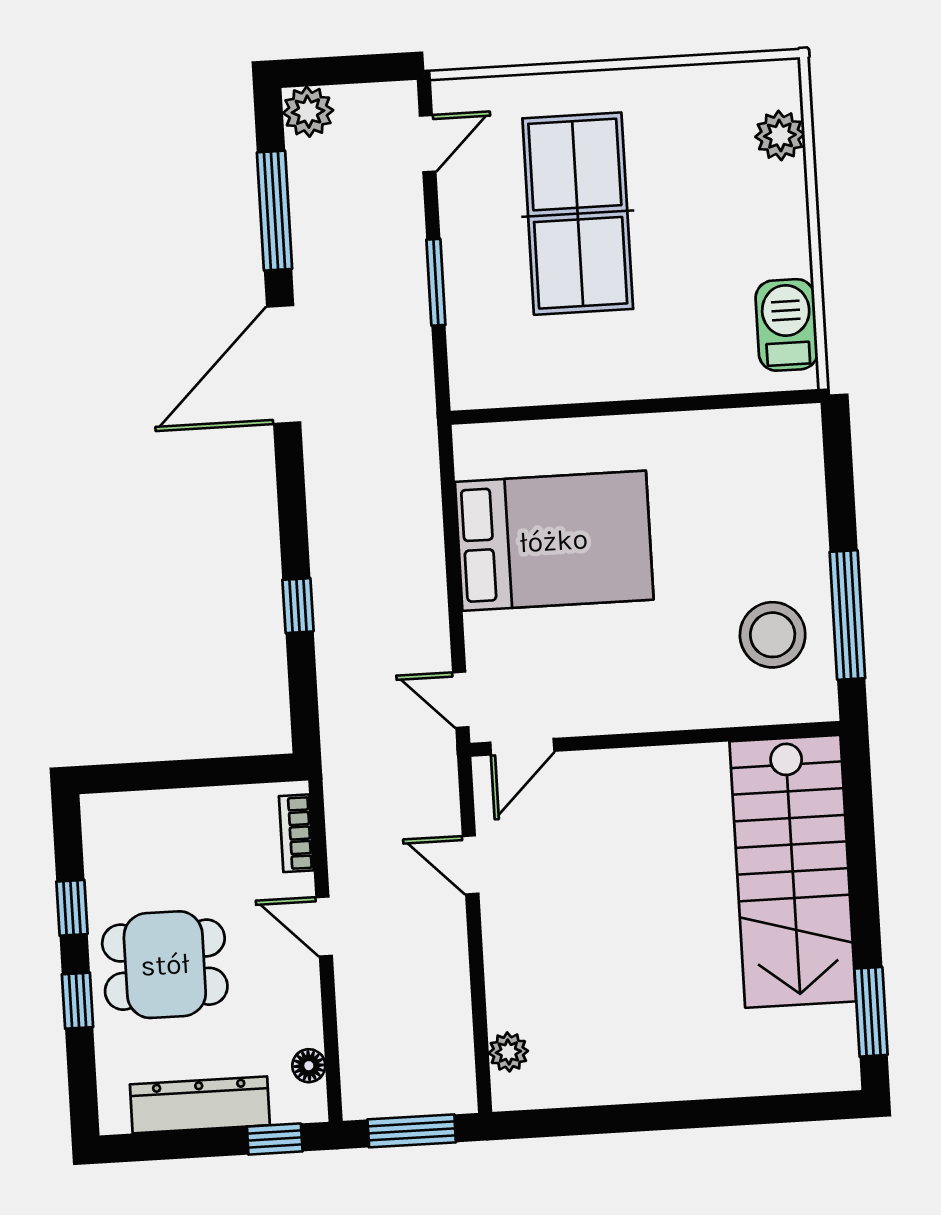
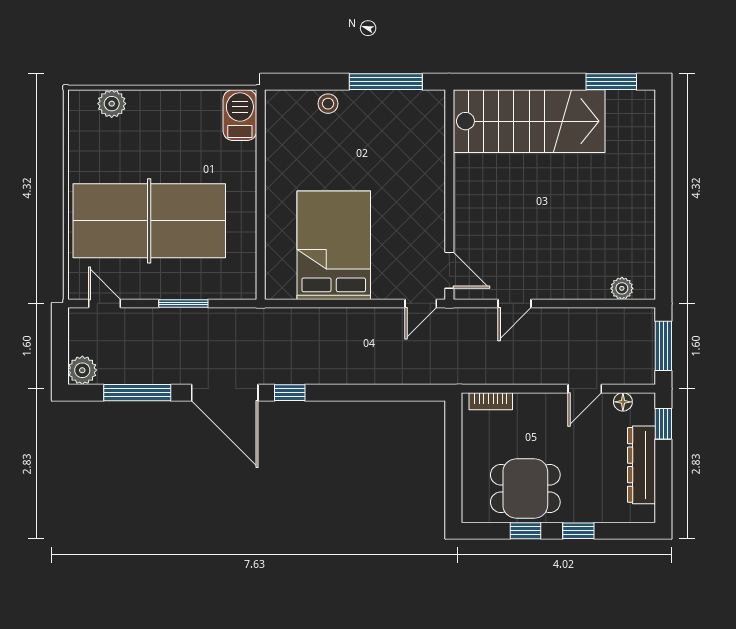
table tennis table: (578, 214) -> (149, 221), width x1.36, depth x1.32
barbecue: (787, 325) -> (240, 115), moved, turned 90
window: (298, 606) -> (290, 393), moved
stool: (773, 635) -> (328, 104), moved, width x0.53, depth x0.53
door: (324, 927) -> (585, 389), moved
dining table: (165, 965) -> (525, 489), moved, turned 90

